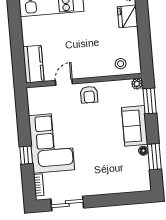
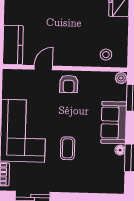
coffee table: (95, 154) -> (68, 148), added

